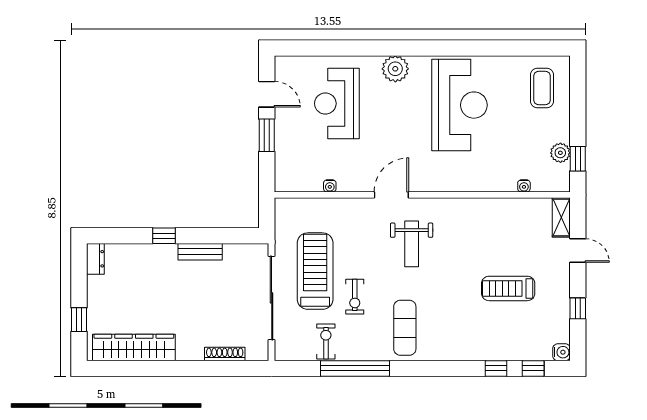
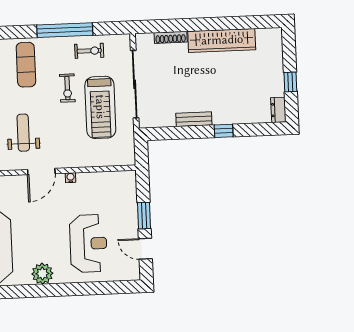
water cooler: (330, 186) -> (71, 178), moved
exercise bike: (355, 297) -> (67, 88), turned 180
window: (79, 320) -> (290, 82), moved
exercise bike: (326, 342) -> (89, 51), turned -90
wardrobe: (134, 347) -> (222, 40), moved

